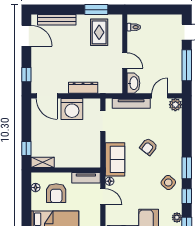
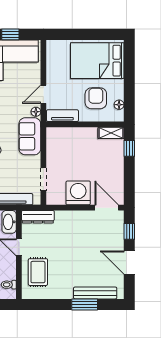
window: (96, 10) -> (85, 304), moved
rug: (99, 32) -> (38, 272), moved
door: (26, 36) -> (129, 262), moved
dresser: (83, 88) -> (38, 217), moved
door: (103, 197) -> (43, 94), hinge flipped

